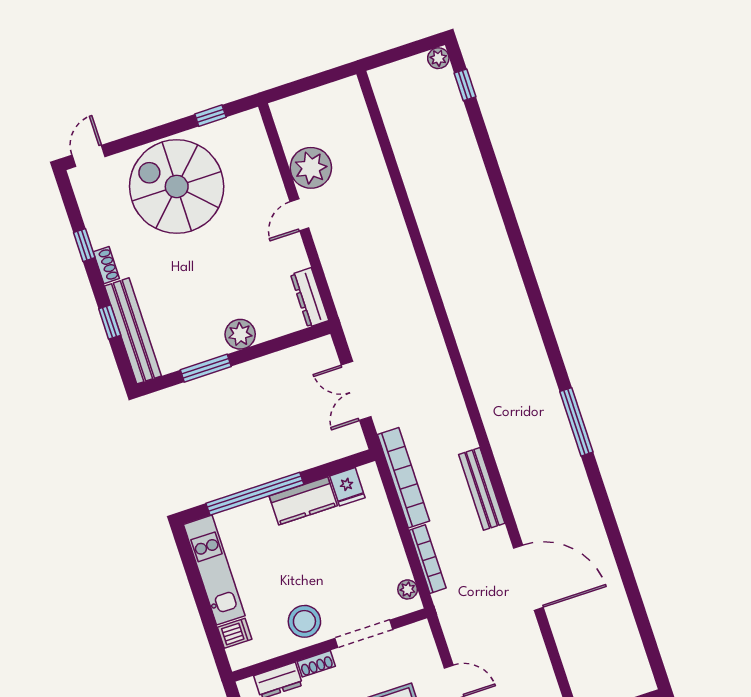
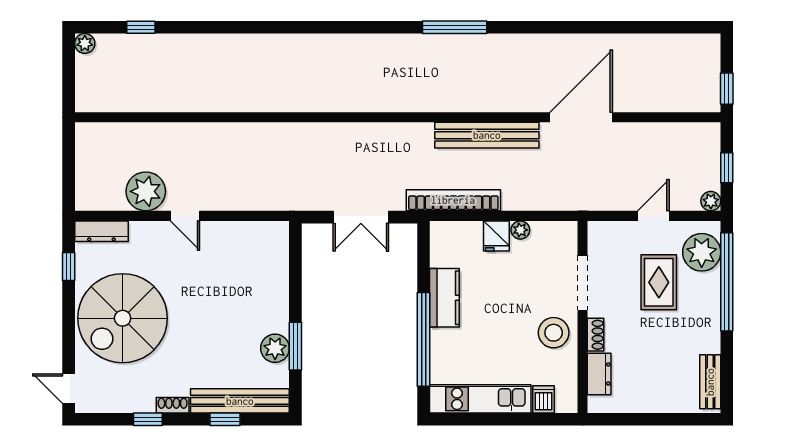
window: (465, 85) -> (141, 27), moved
dresser: (310, 298) -> (101, 231), moved
plant: (240, 334) -> (275, 348), moved
fridge: (347, 487) -> (496, 236), moved, turned 90
bench: (482, 489) -> (487, 135), width x1.37, depth x1.21
bookcase: (428, 559) -> (534, 203), removed
plant: (408, 589) -> (520, 230), moved

